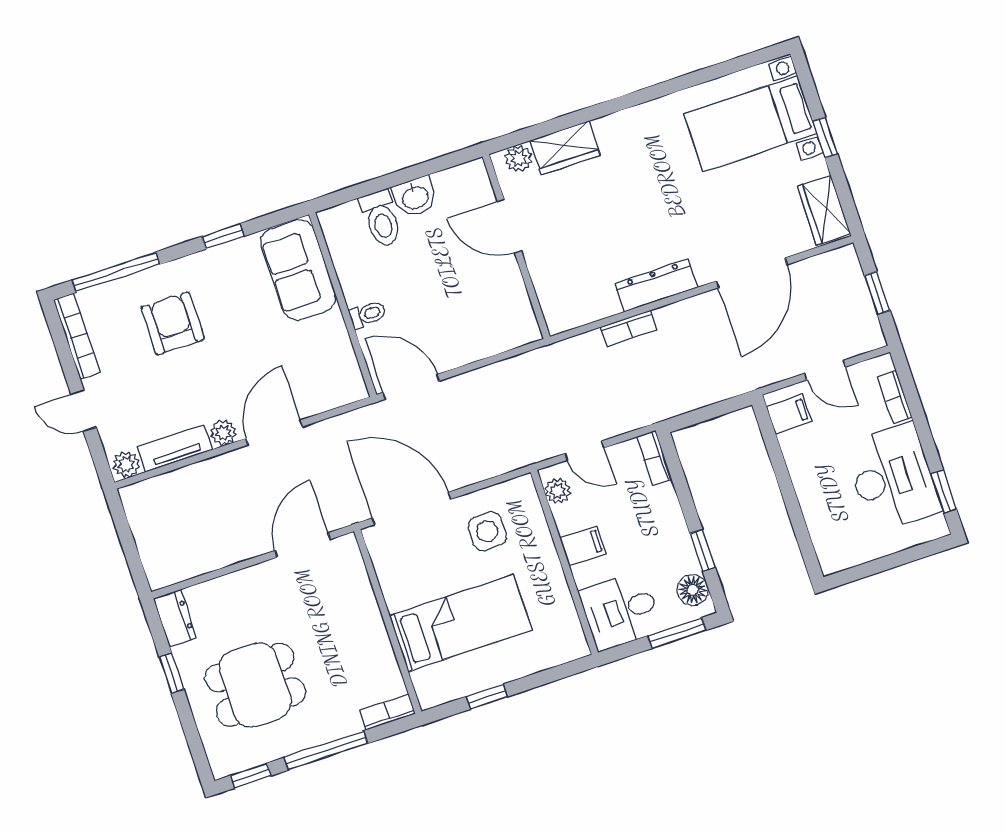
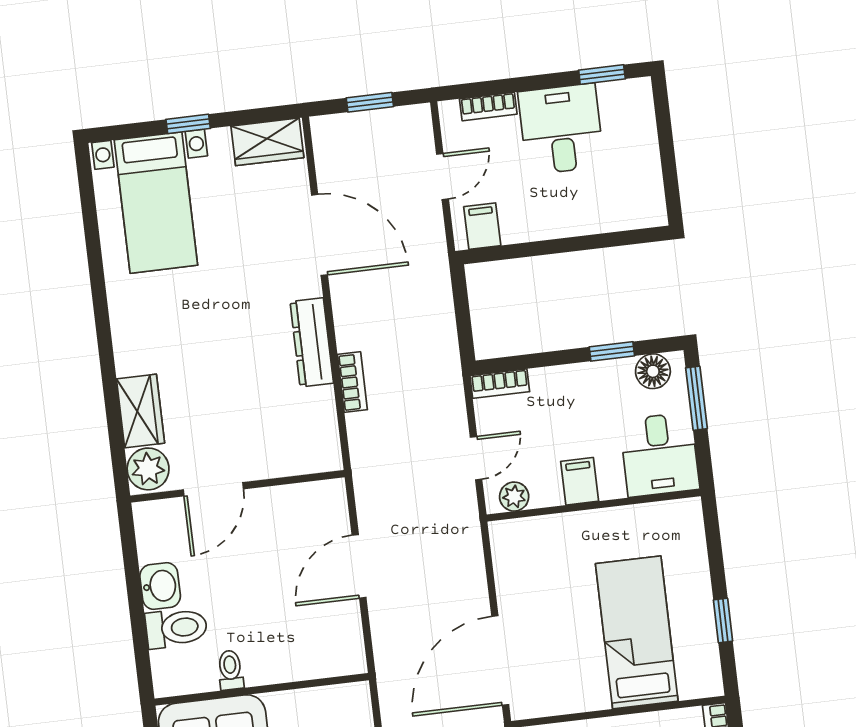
plant: (519, 159) -> (148, 469), width x1.38, depth x1.38
toilet: (368, 314) -> (230, 670), moved
door: (411, 387) -> (359, 566), moved
desk: (892, 478) -> (561, 129), width x0.73
side table: (487, 531) -> (542, 583), removed

